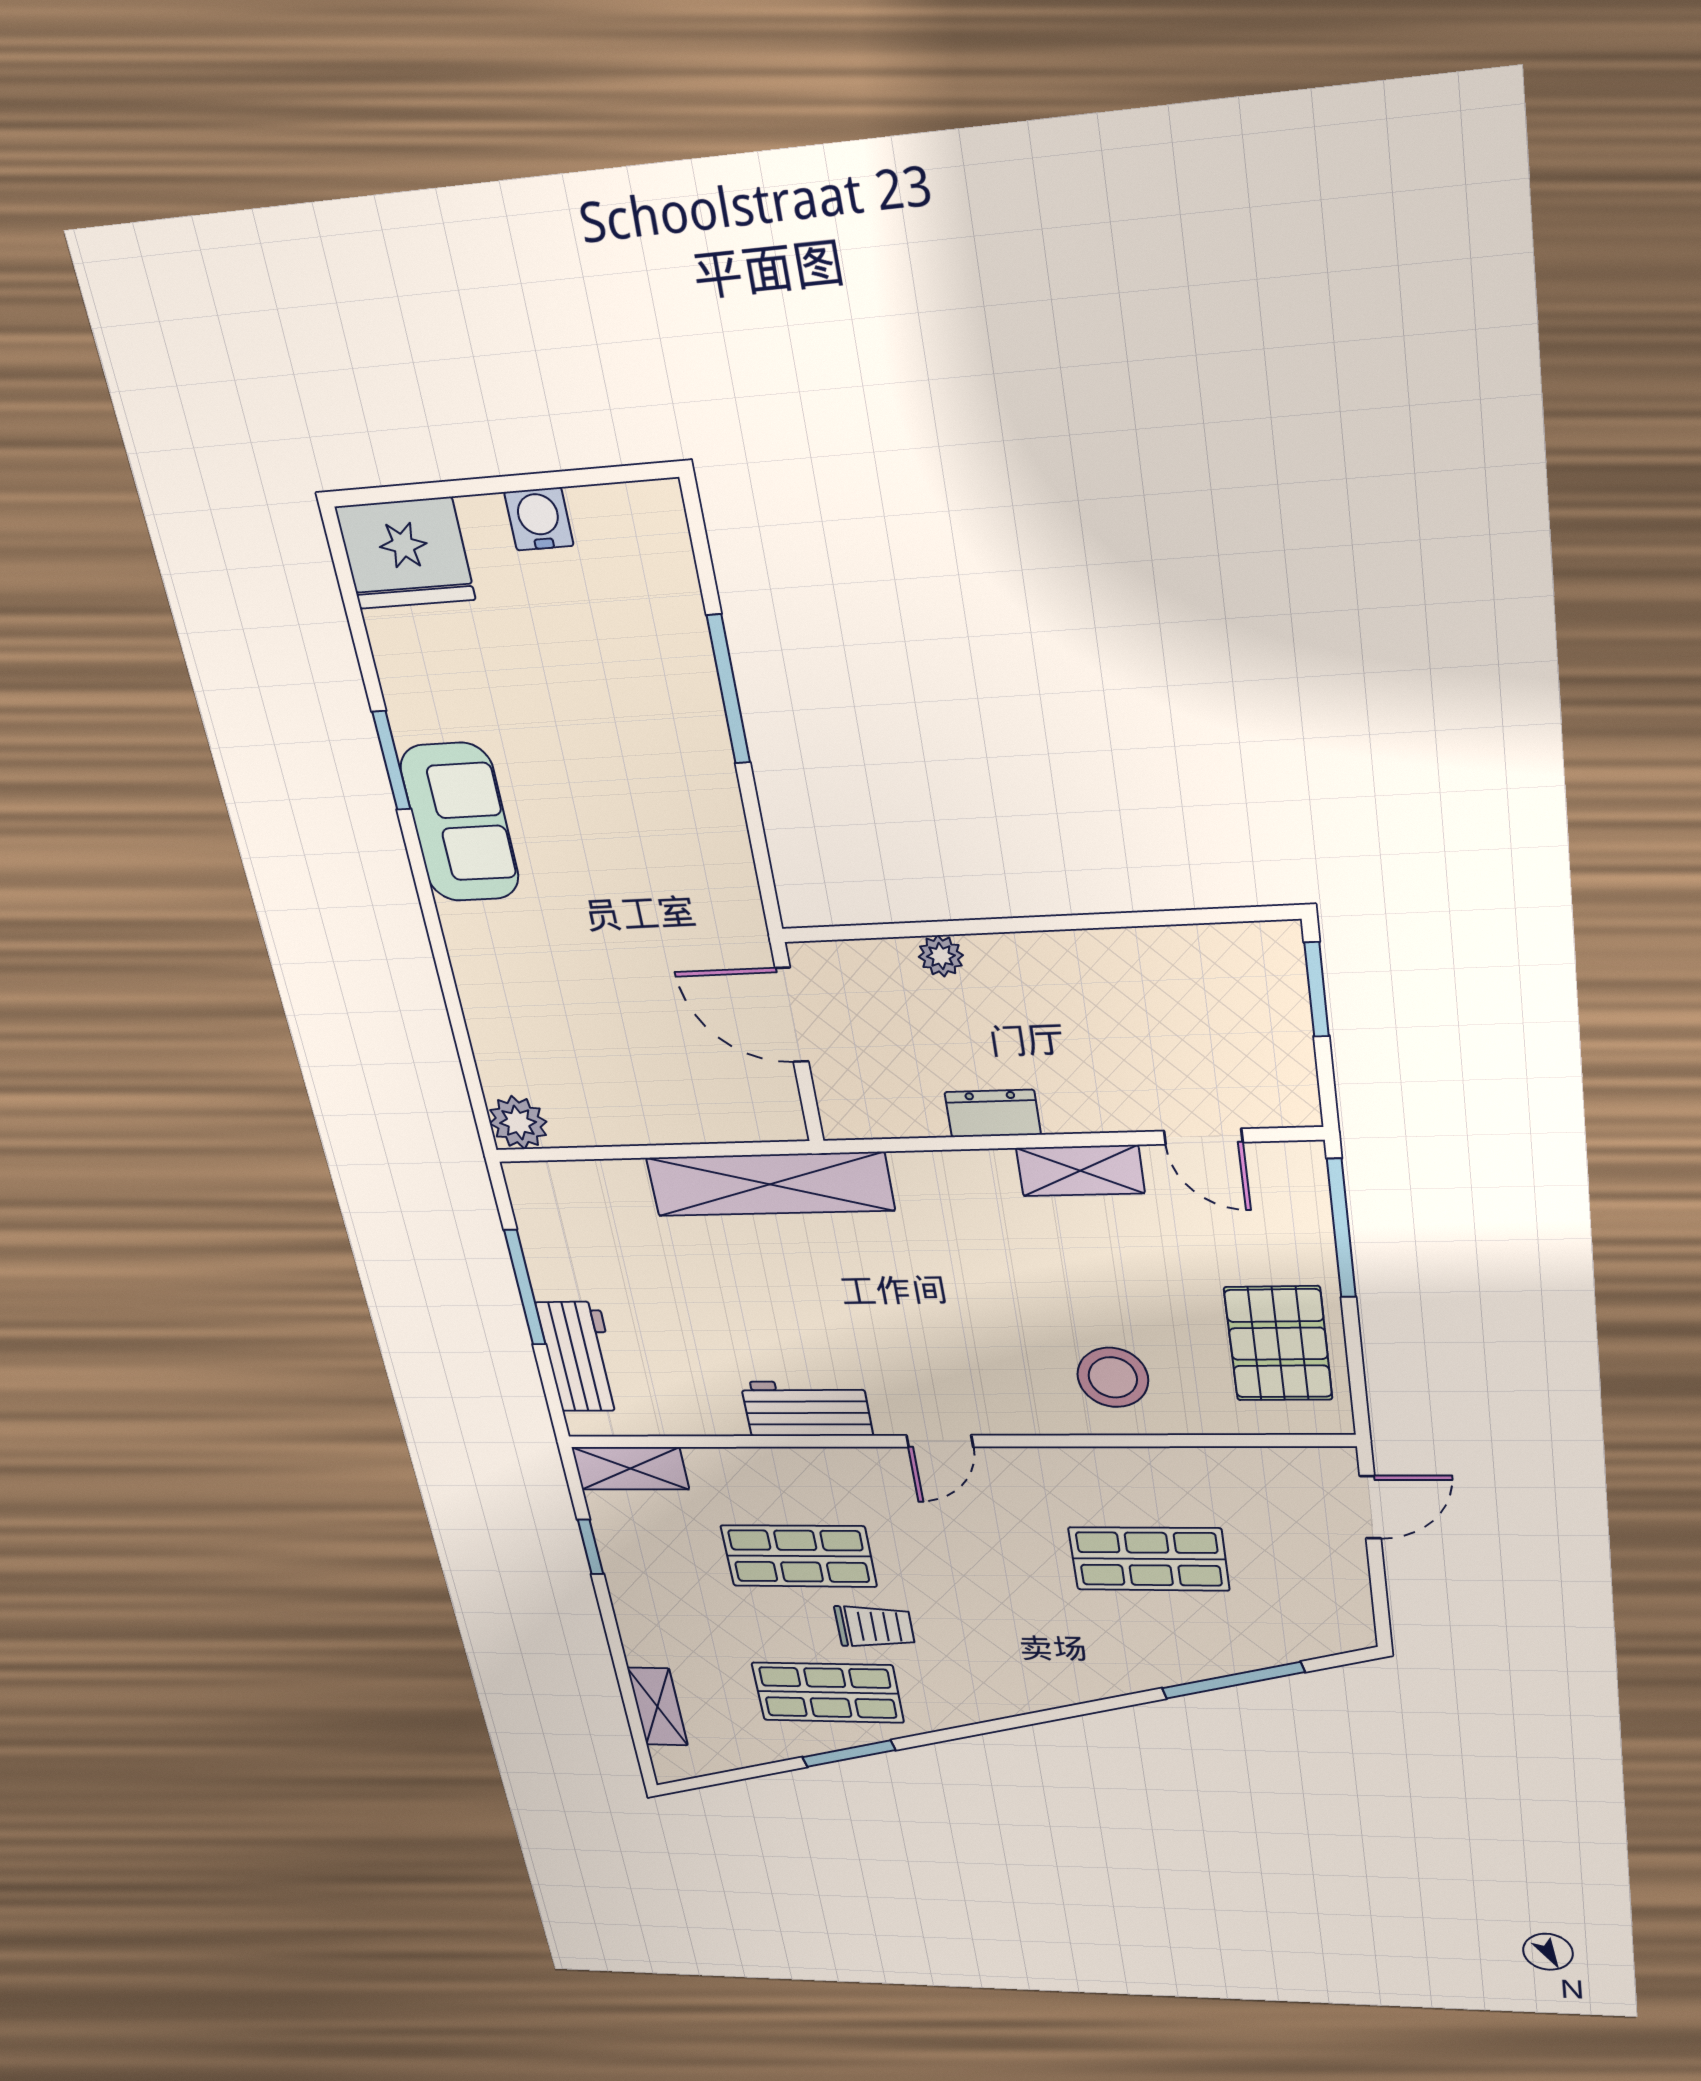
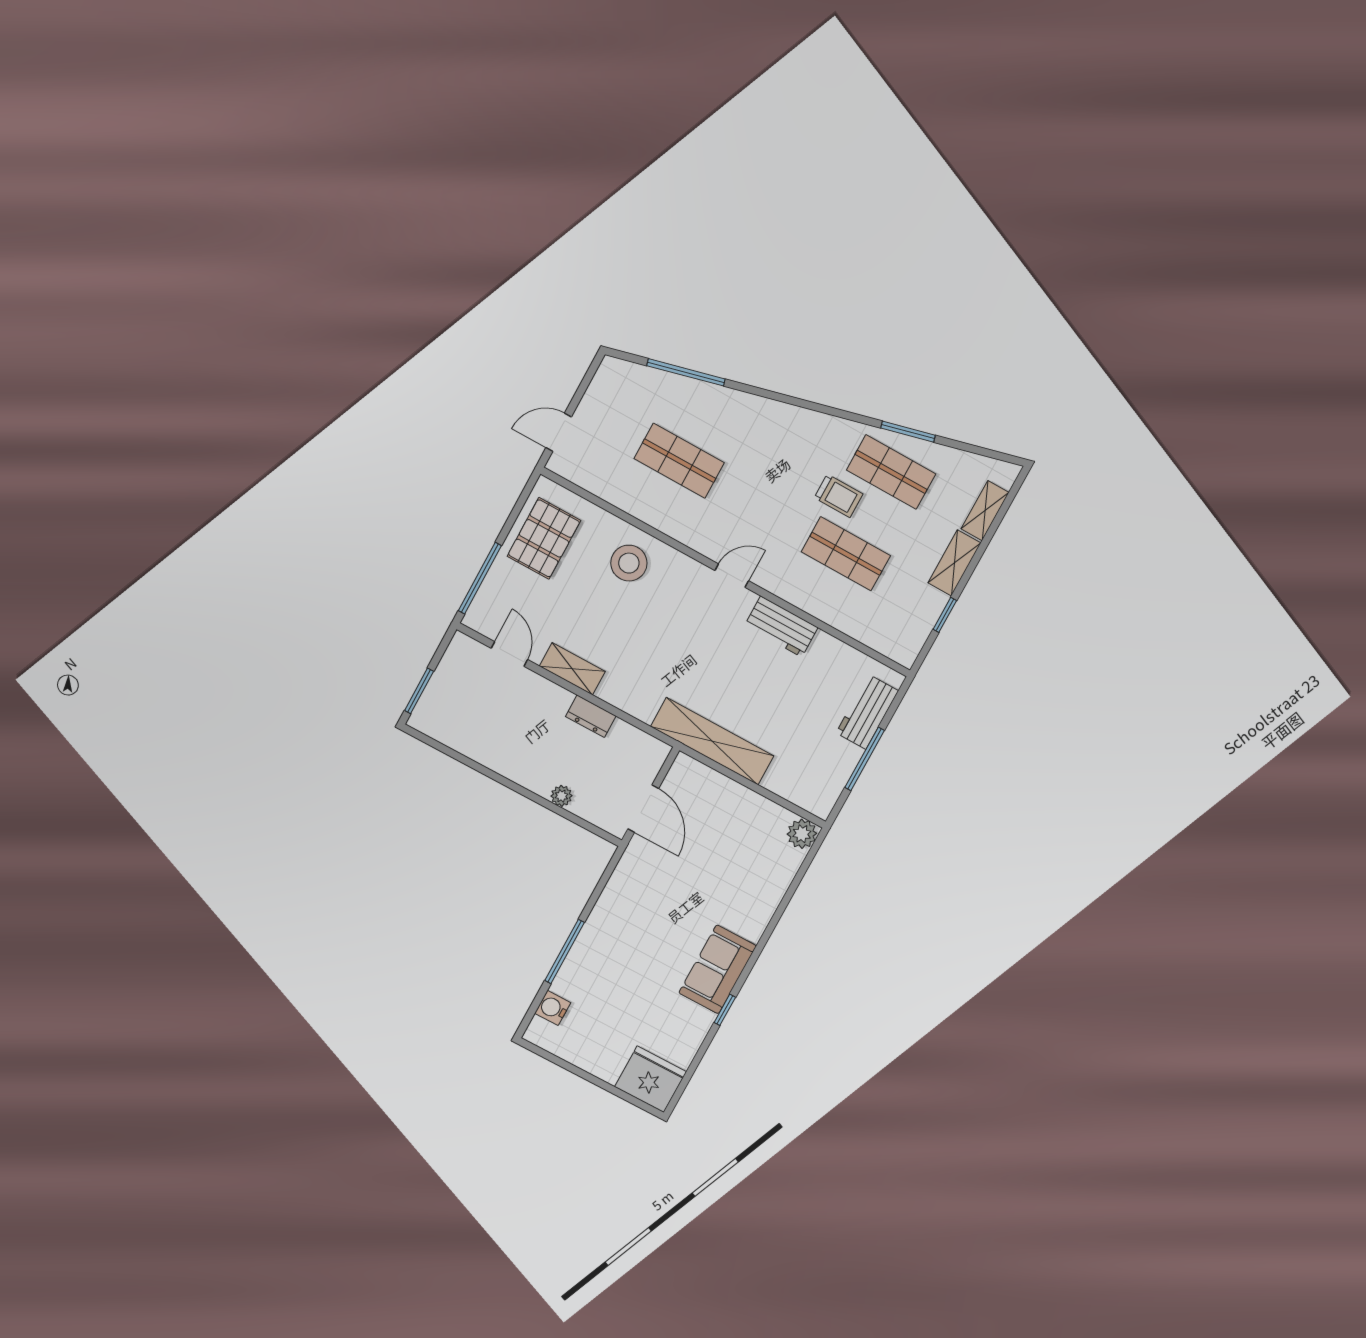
water cooler: (539, 519) -> (553, 1008), moved, turned 90
window: (391, 761) -> (725, 1010), width x0.67
shelving: (630, 1468) -> (954, 563), moved, turned 90
trolley: (875, 1626) -> (839, 496), turned 180

